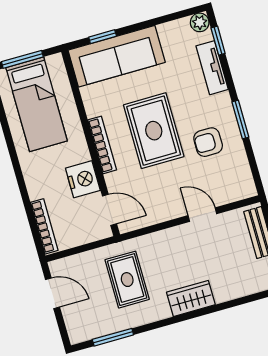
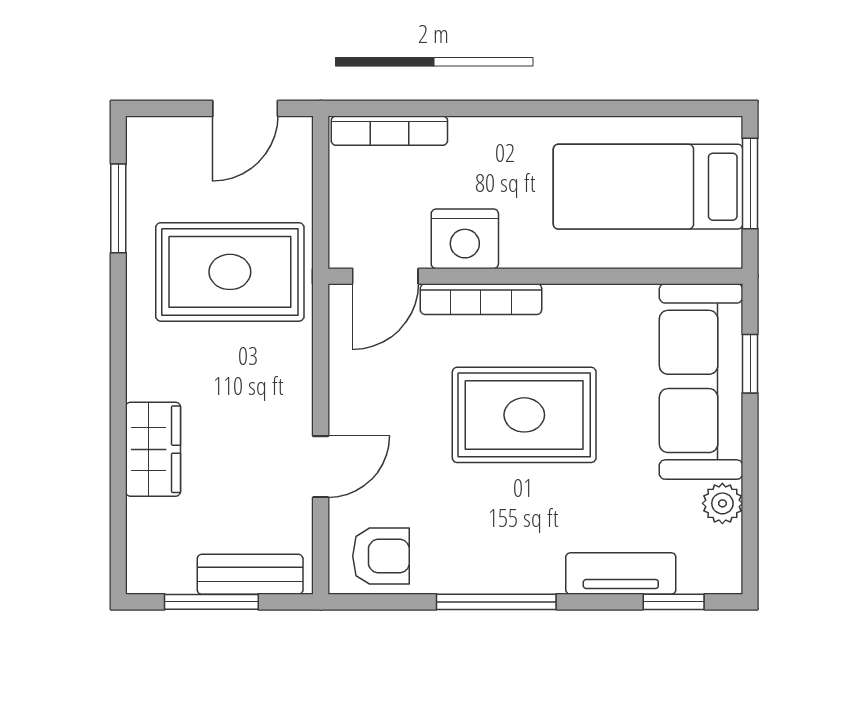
plant: (200, 22) -> (722, 503), moved
window: (240, 120) -> (496, 602), width x1.44
armchair: (208, 142) -> (381, 556), moved, turned 90
bookcase: (102, 145) -> (481, 299), moved
rug: (127, 280) -> (230, 272), width x1.36, depth x1.43
wardrobe: (191, 298) -> (153, 449), moved

